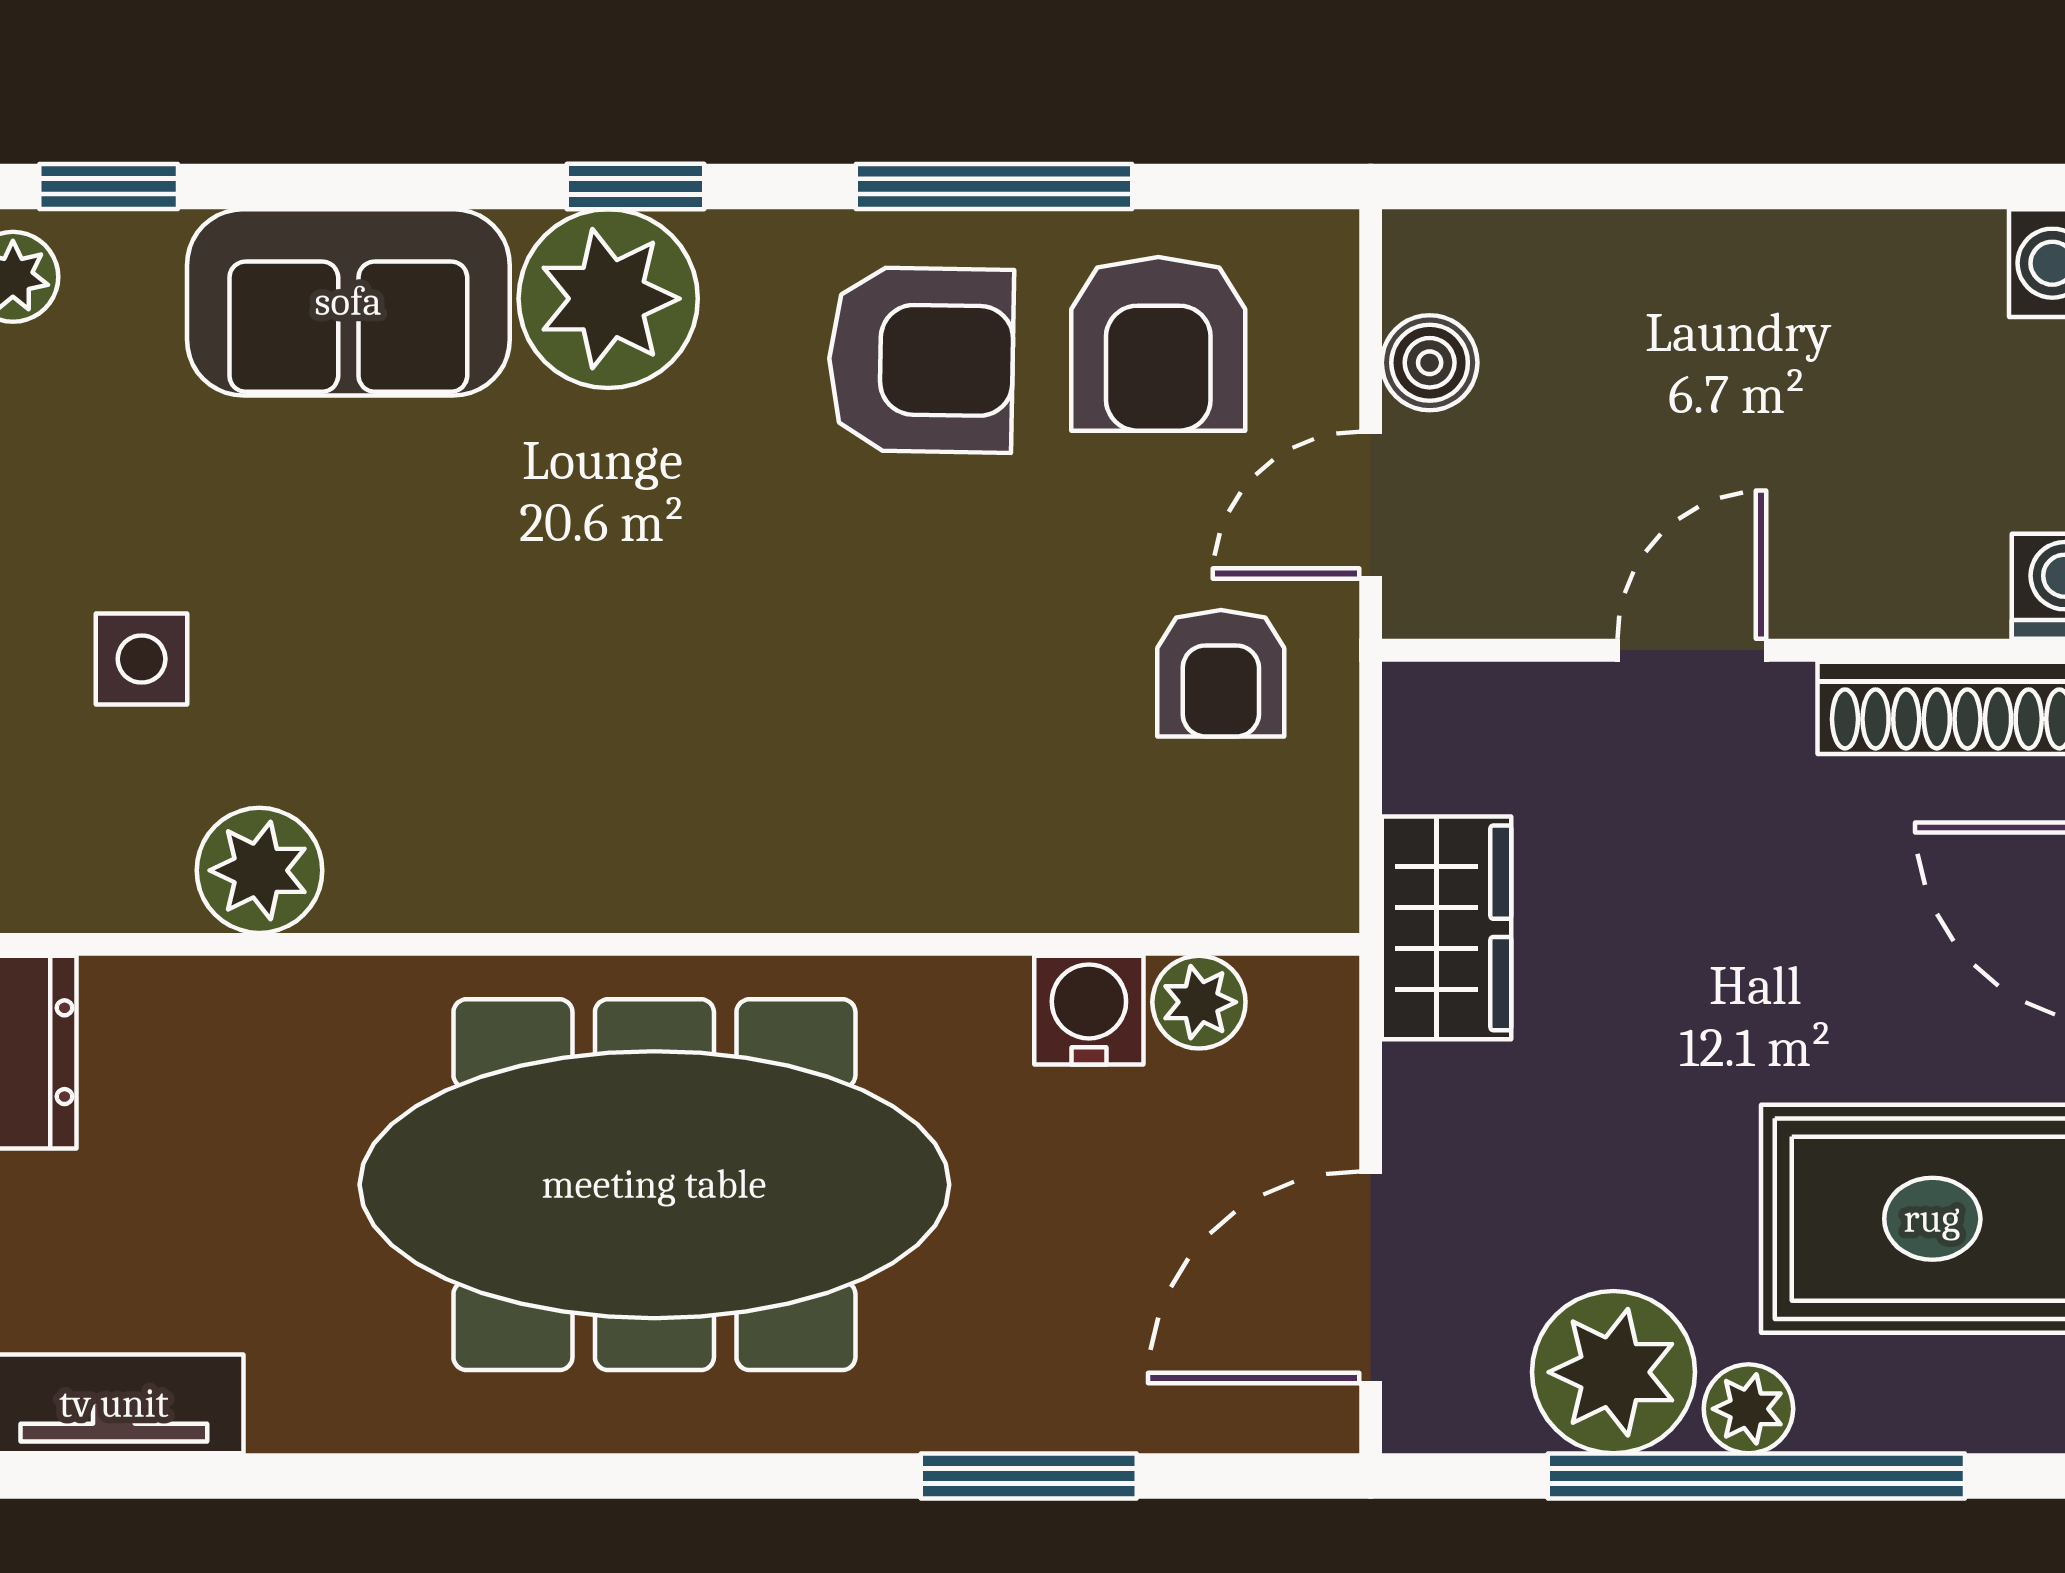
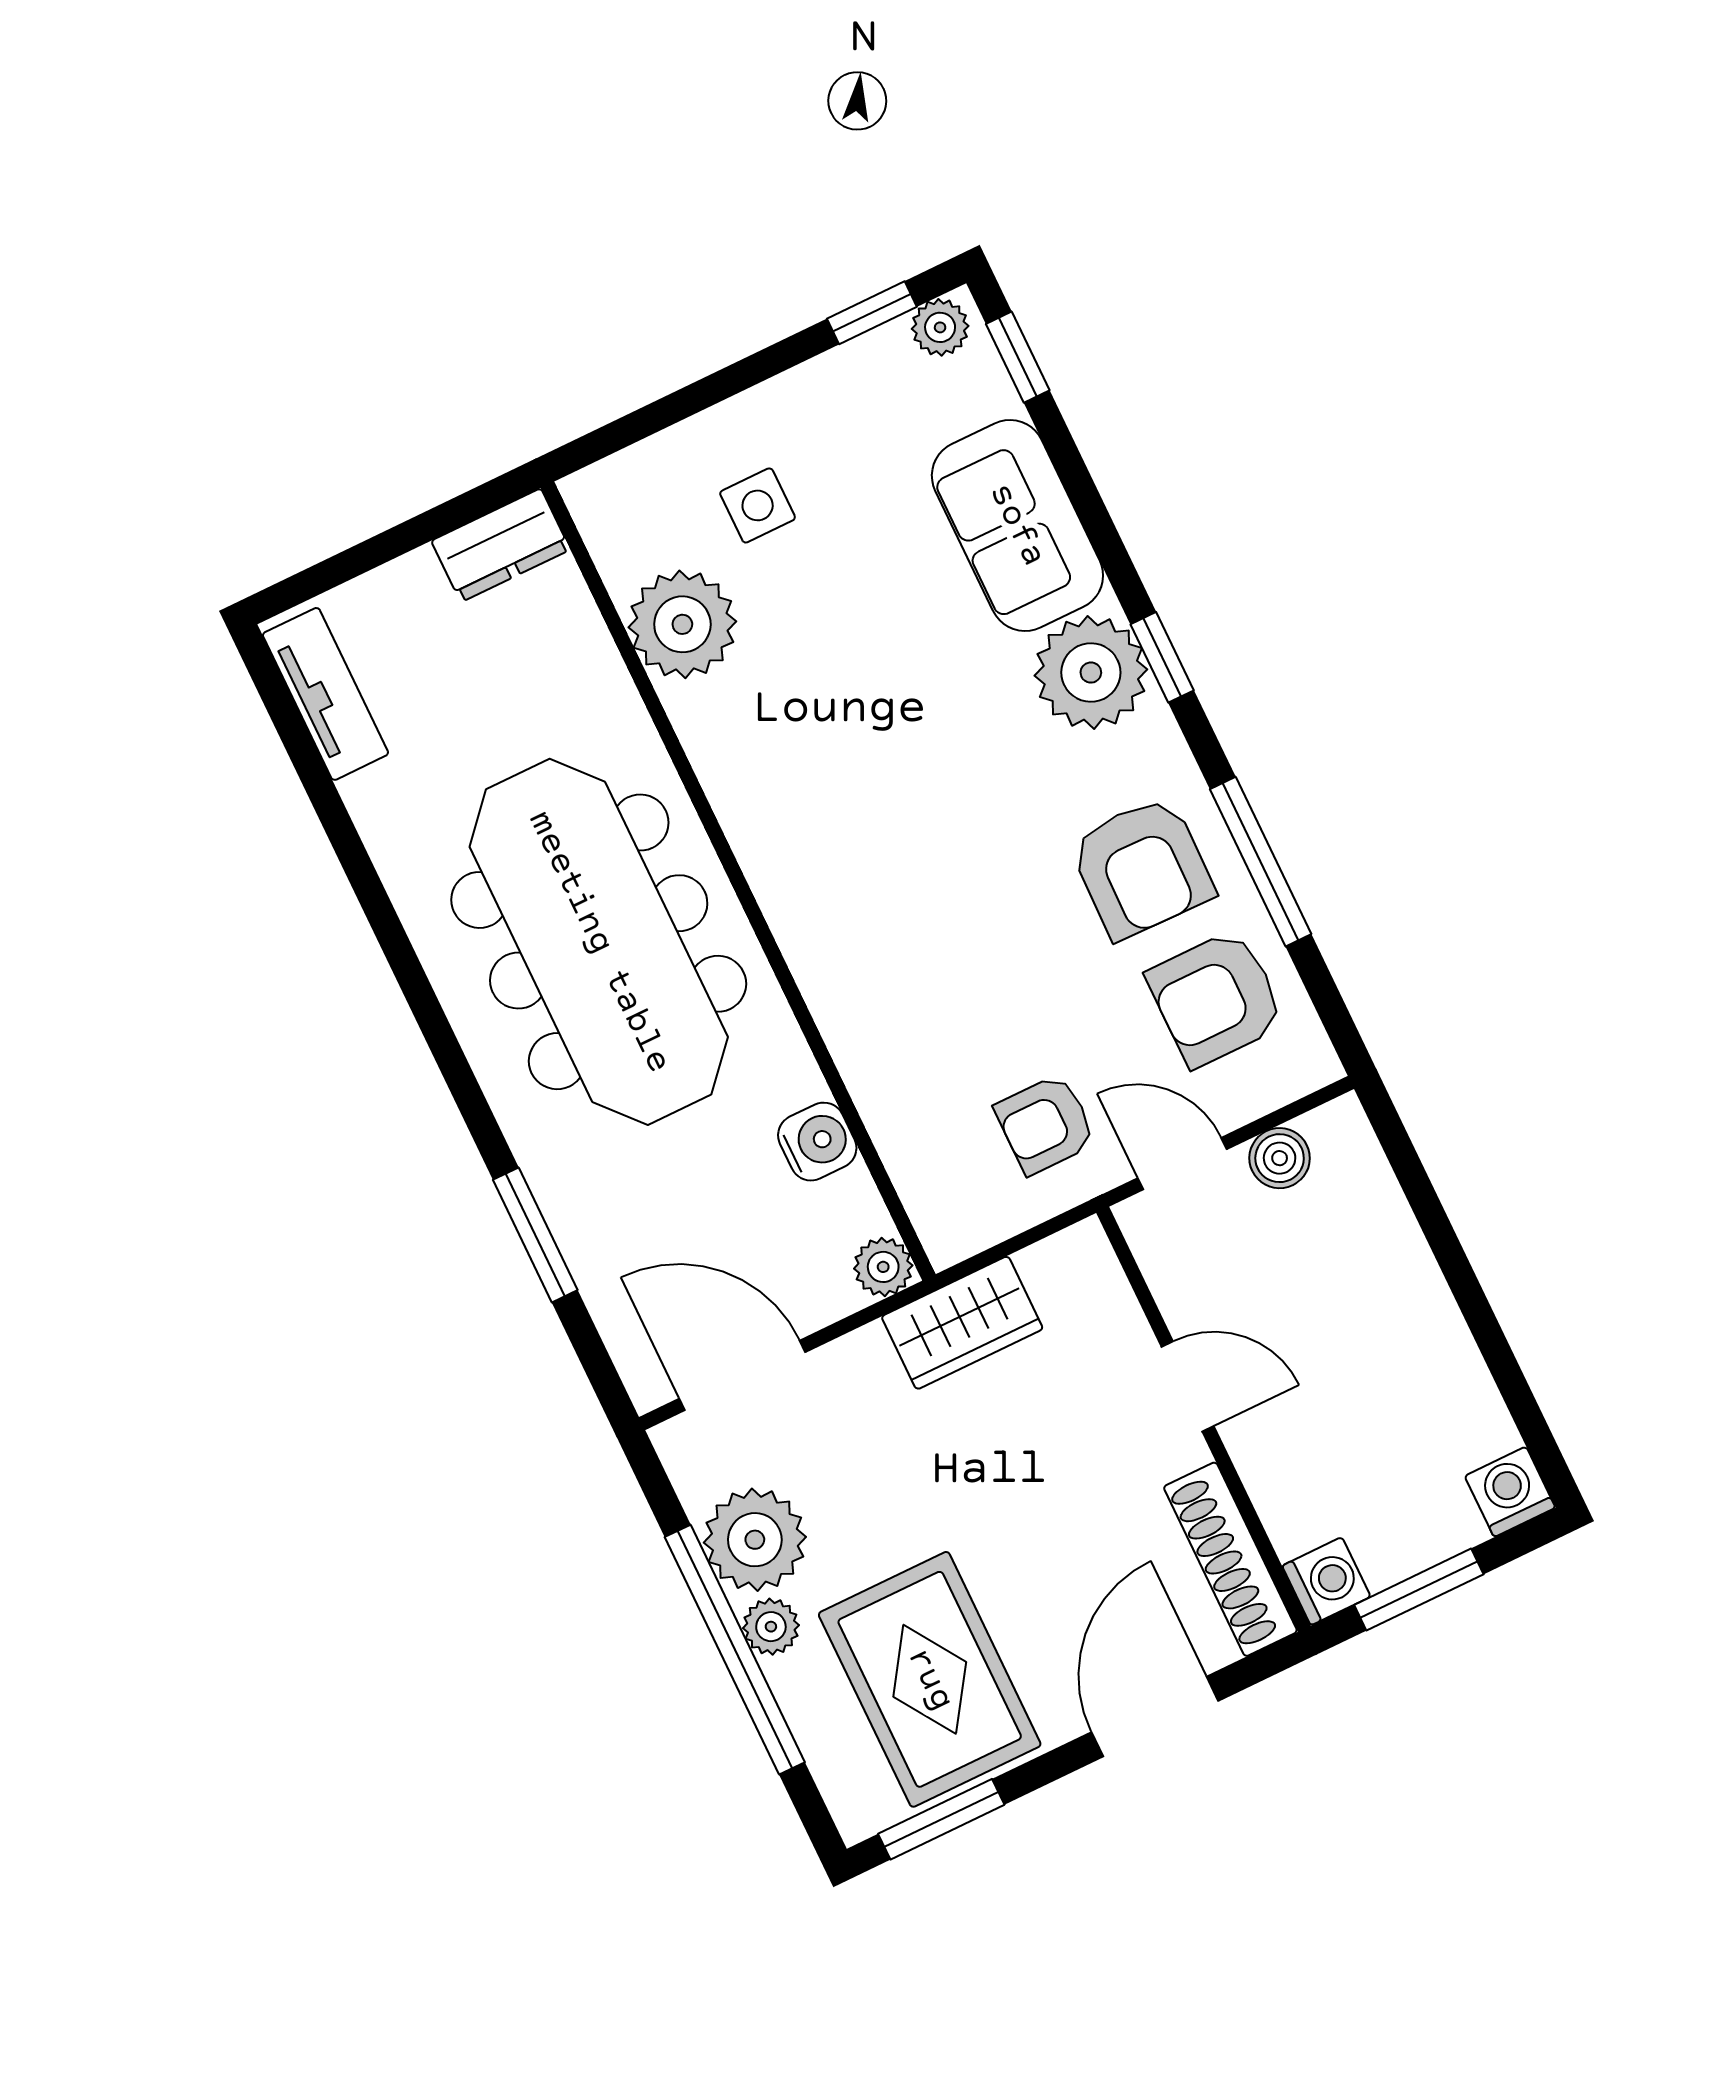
plant: (259, 870) -> (682, 624), width x1.36, depth x1.36
plant: (1199, 1002) -> (883, 1267), moved

